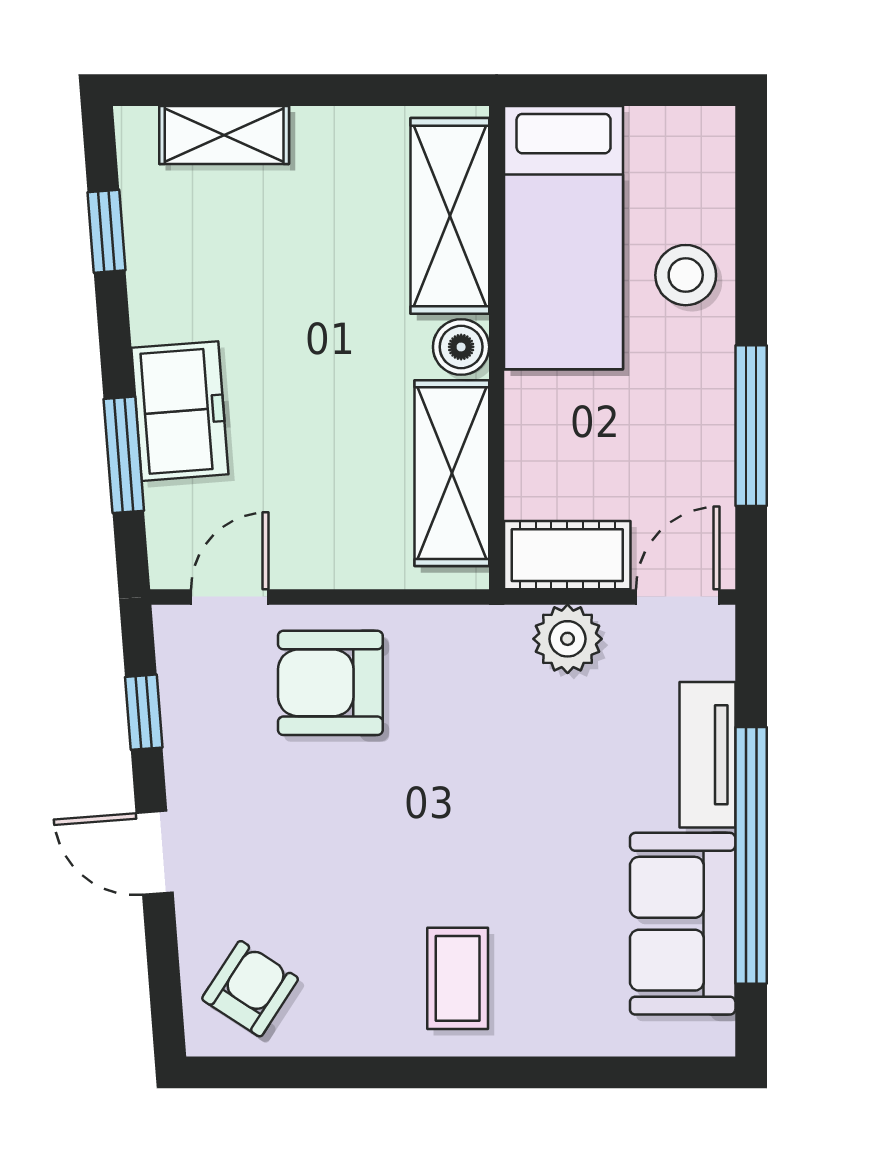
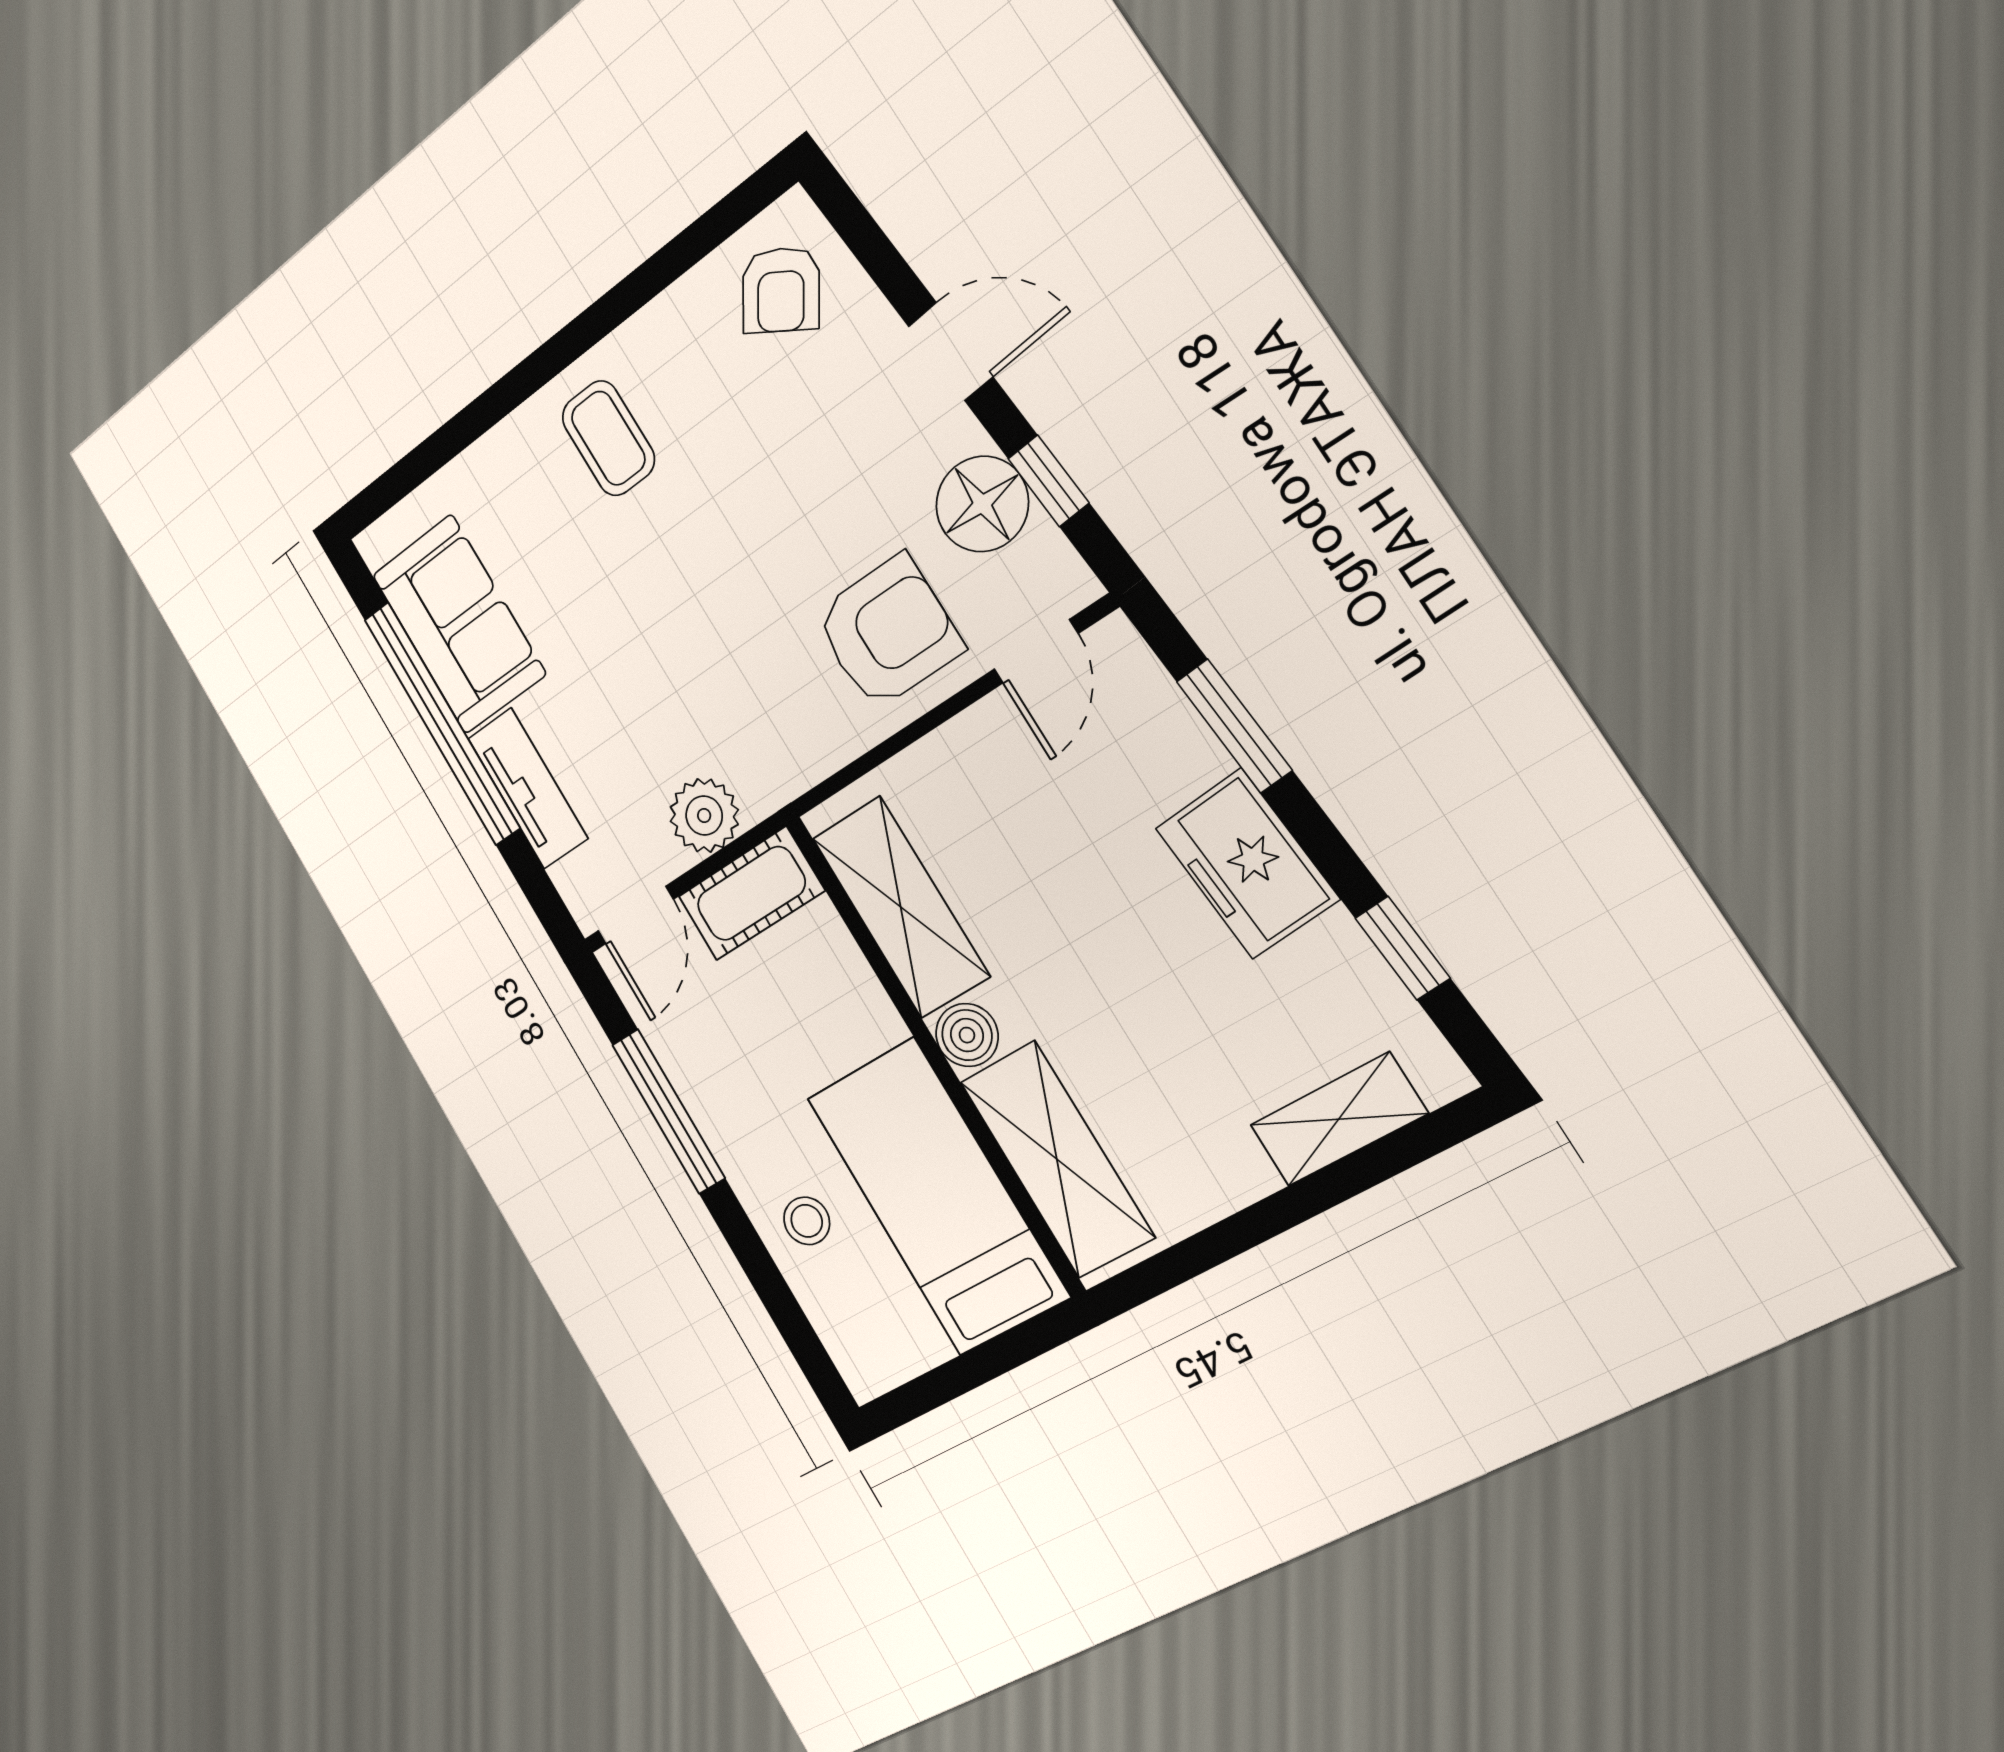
stool: (686, 275) -> (807, 1221), width x0.73, depth x0.73
freezer: (180, 411) -> (1247, 864), moved
floor lamp: (201, 728) -> (982, 504), added

